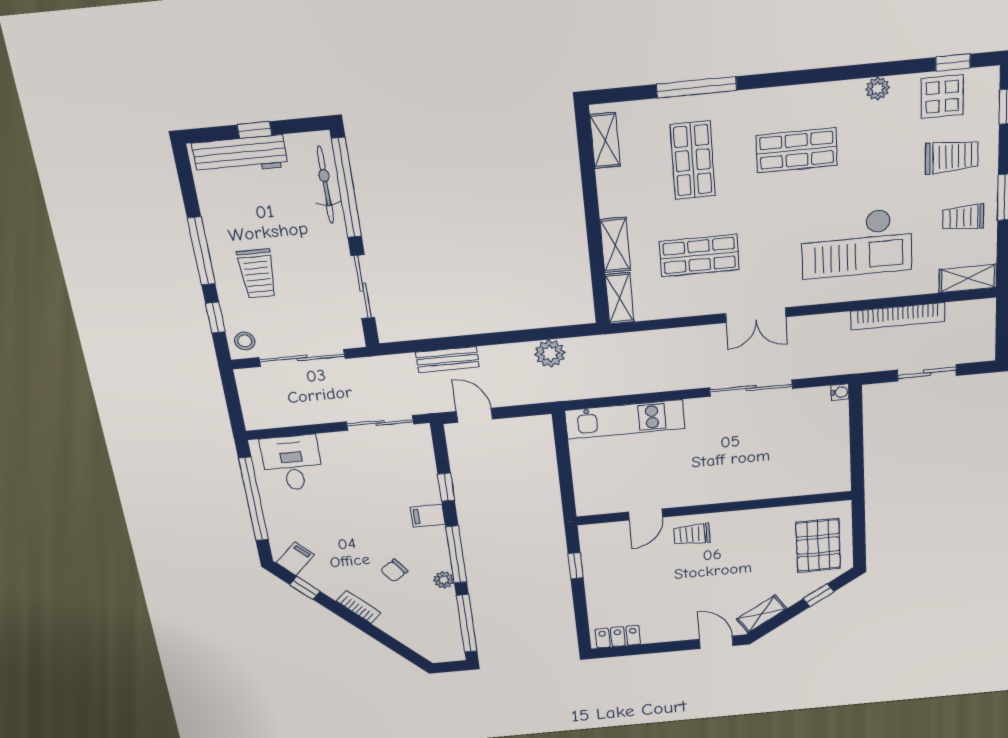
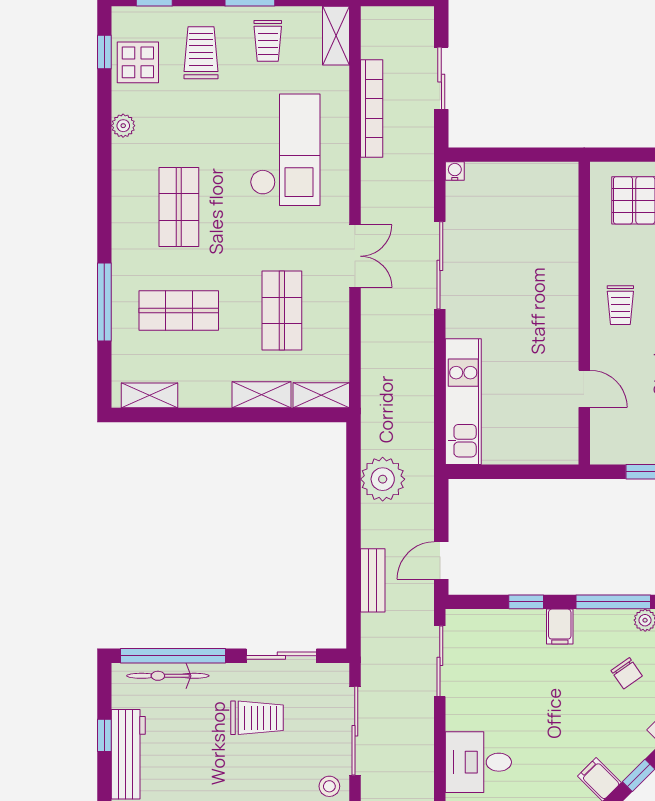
trolley: (257, 274) -> (257, 718), moved
plant: (550, 353) -> (383, 479), width x1.36, depth x1.36
trolley: (692, 534) -> (620, 305), moved

